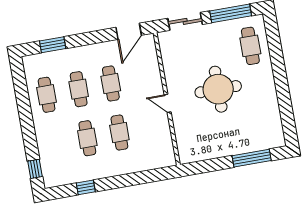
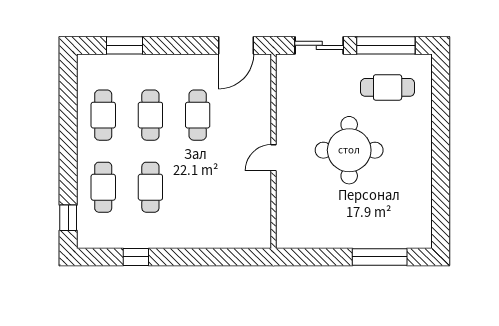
cafe table: (250, 46) -> (388, 87), moved, turned 90
door: (168, 103) -> (273, 158), hinge flipped
cafe table: (119, 133) -> (103, 187), moved

